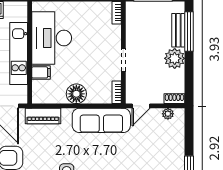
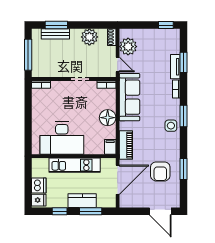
window: (189, 31) -> (56, 25), width x0.69
plant: (175, 58) -> (89, 37), moved
filing cabinet: (41, 72) -> (110, 147), moved
plant: (168, 114) -> (128, 47), width x1.88, depth x1.88

